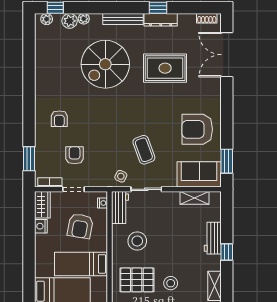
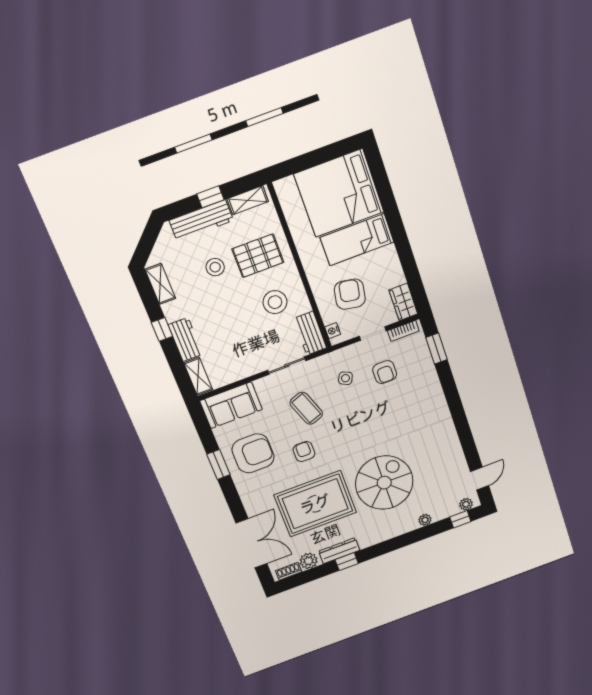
bench: (123, 19) -> (381, 536), removed
plant: (70, 21) -> (309, 561), moved
door: (29, 37) -> (479, 478), added
rug: (165, 68) -> (315, 504), width x1.37, depth x1.44
armchair: (59, 119) -> (304, 452), moved
window: (227, 161) -> (218, 465), moved
side table: (121, 176) -> (345, 378), moved
shelving: (194, 198) -> (198, 376), moved, turned 90
nightstand: (41, 226) -> (397, 276), removed
bed: (81, 264) -> (357, 240), moved, turned 180

